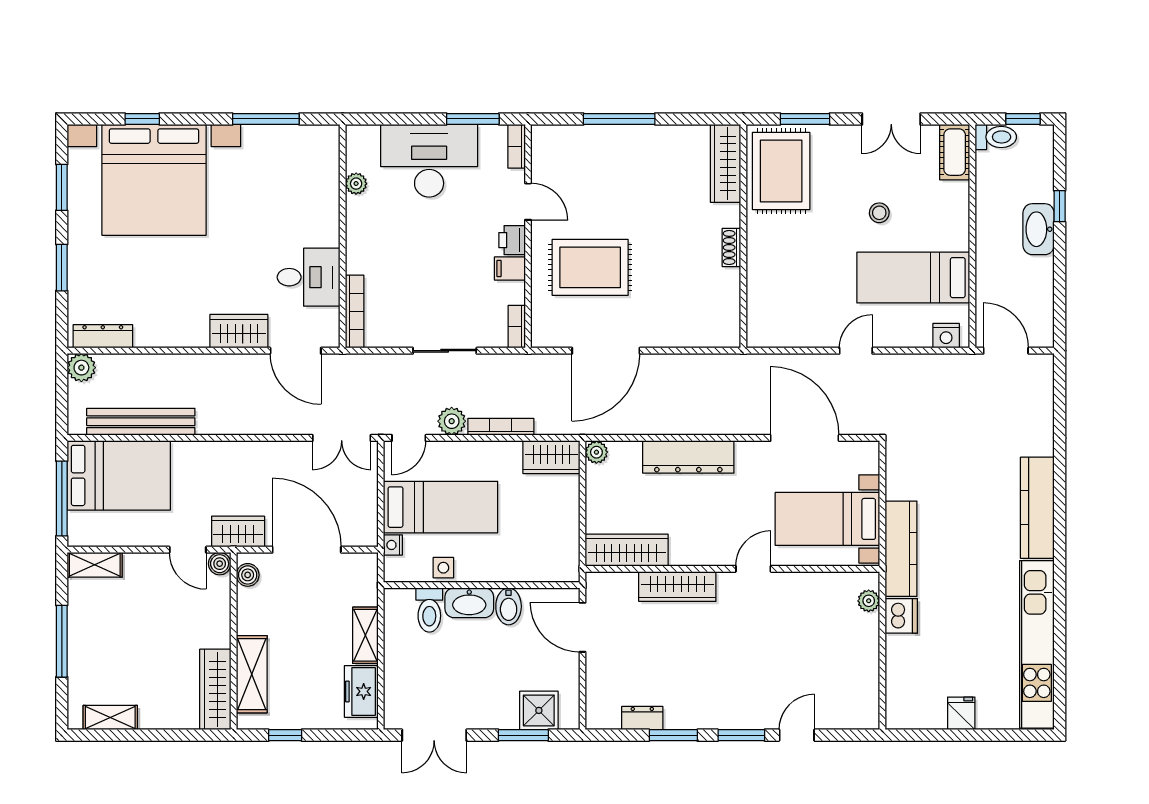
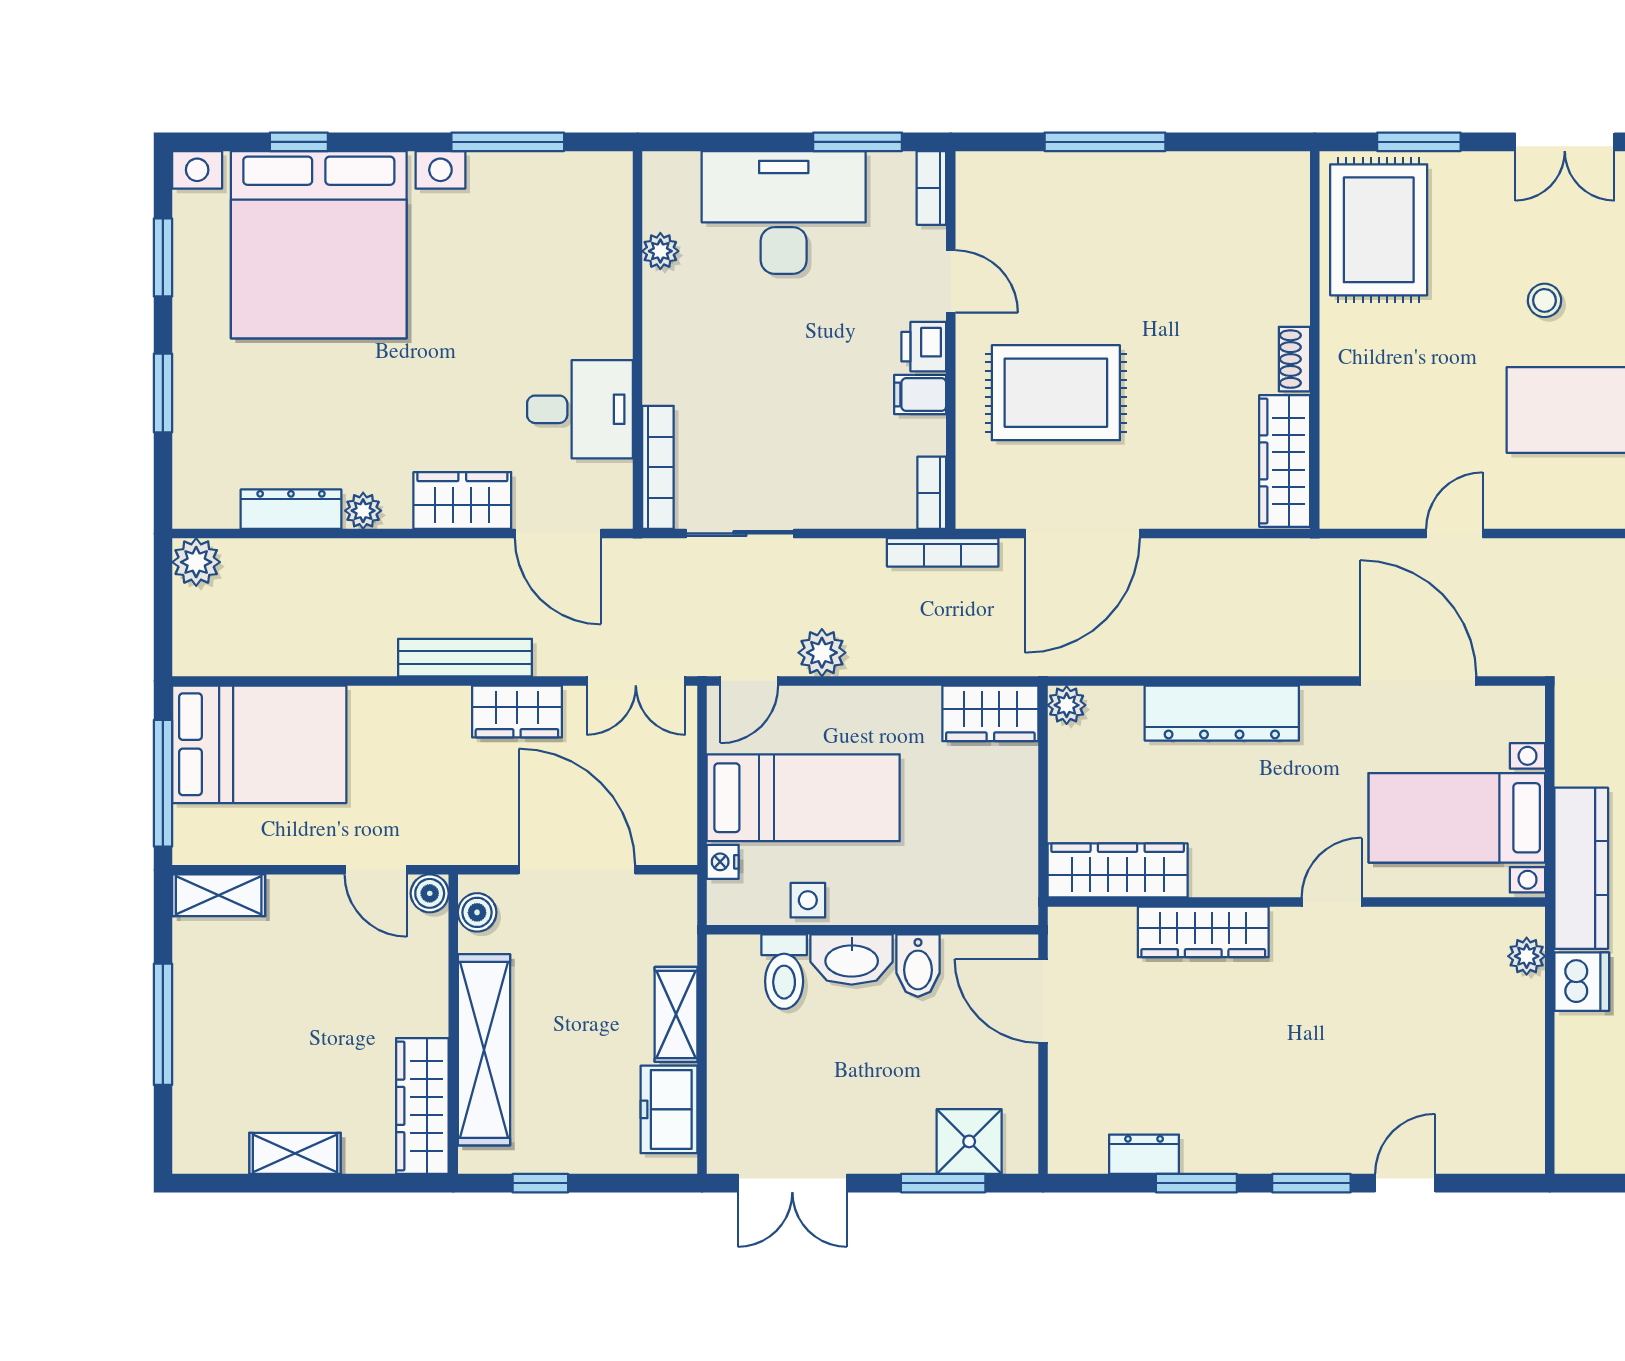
wardrobe: (726, 163) -> (1285, 461), moved
dresser: (103, 336) -> (291, 509), moved
plant: (180, 337) -> (363, 511), added
sliding door: (445, 351) -> (740, 533), moved
door: (856, 351) -> (1454, 533), moved
bench: (141, 422) -> (465, 658), moved, width x0.73, depth x0.82
bookcase: (501, 427) -> (943, 552), moved, turned 180
wardrobe: (238, 532) -> (517, 711), moved, turned 180
shelving: (252, 674) -> (484, 1050), width x1.47
shelving: (110, 717) -> (295, 1153), moved

